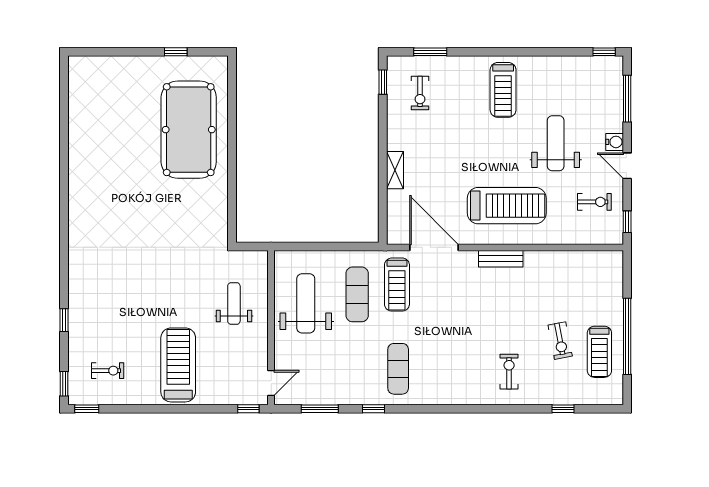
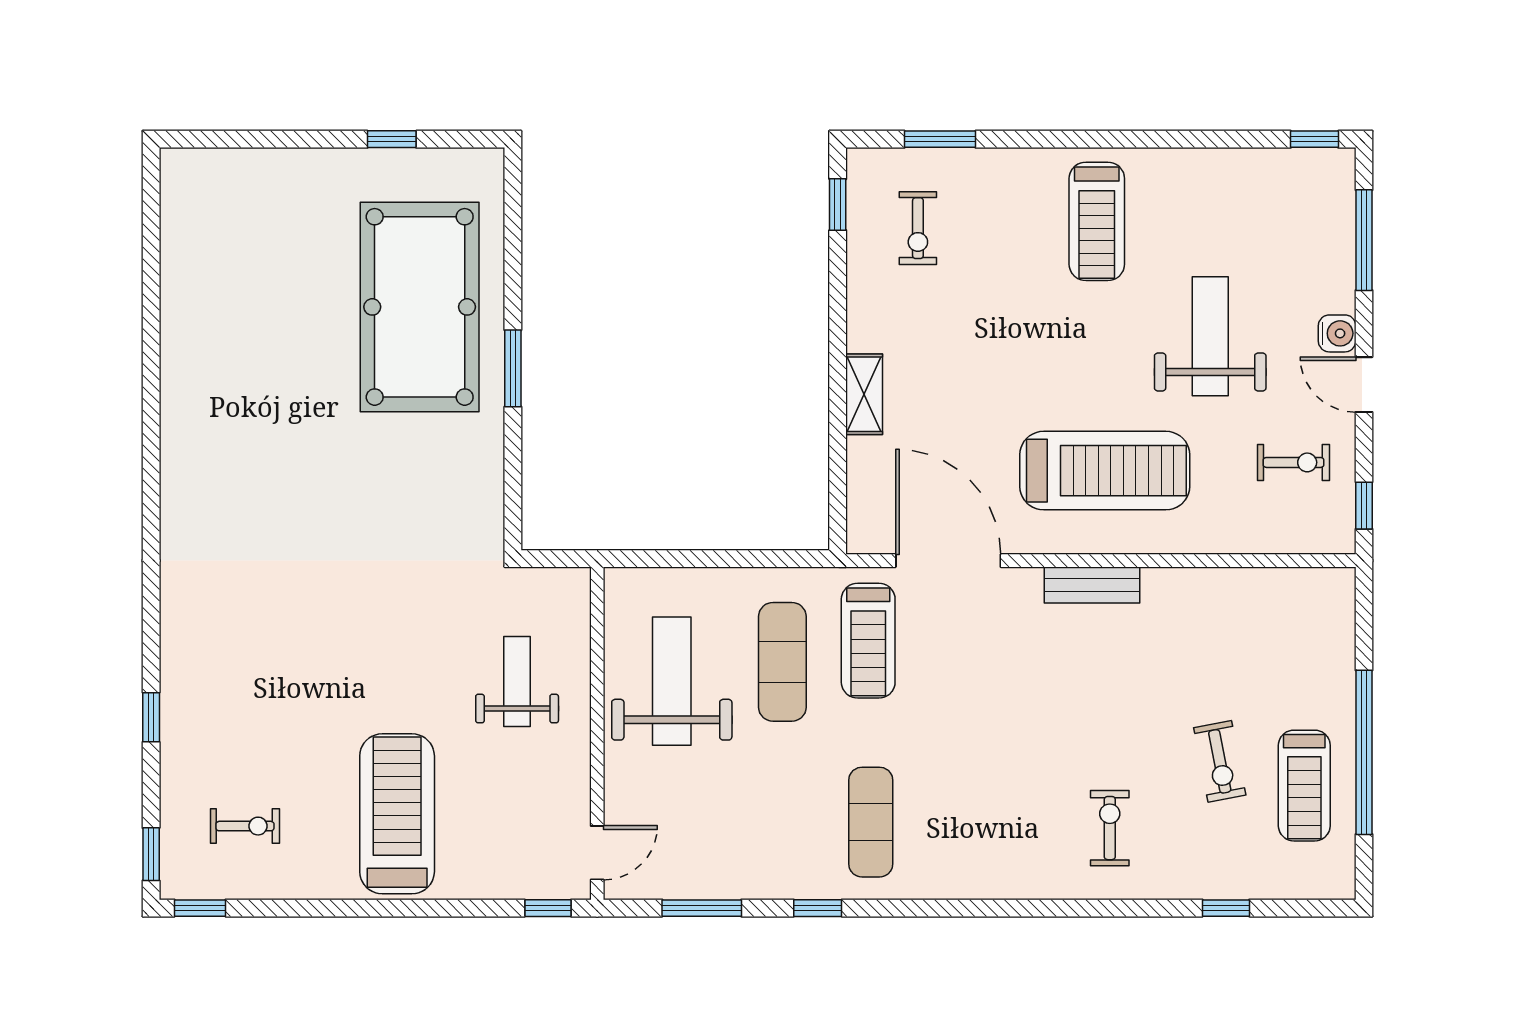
window: (232, 158) -> (513, 368), added

